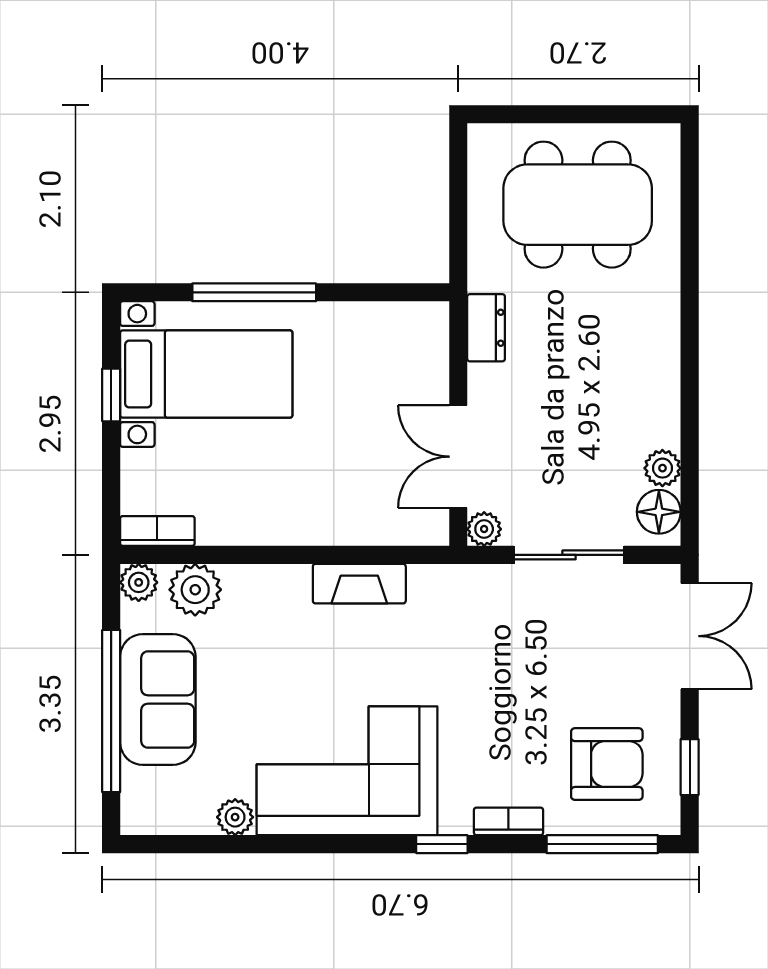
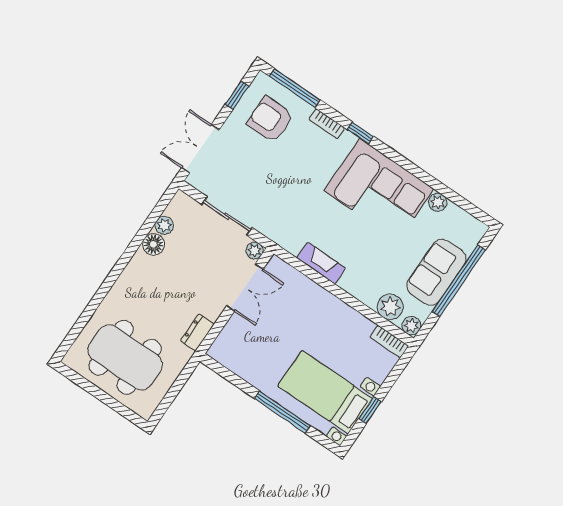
floor lamp: (659, 512) -> (154, 244), moved

